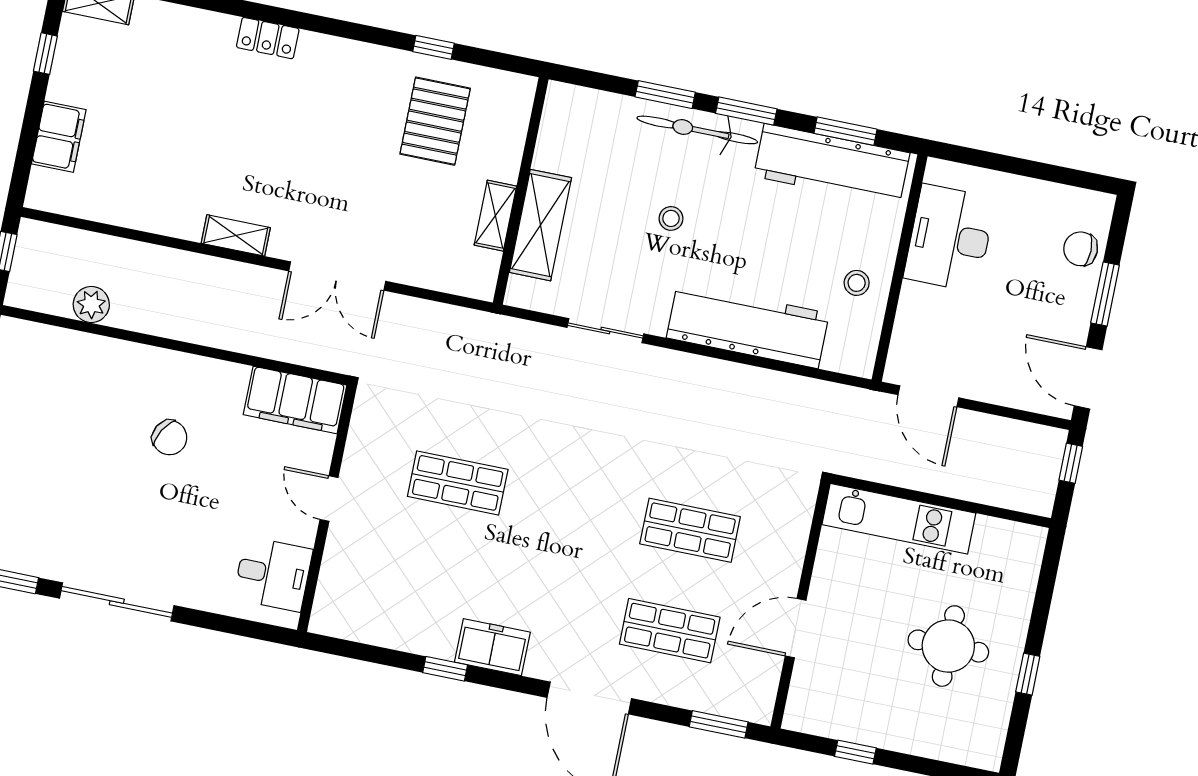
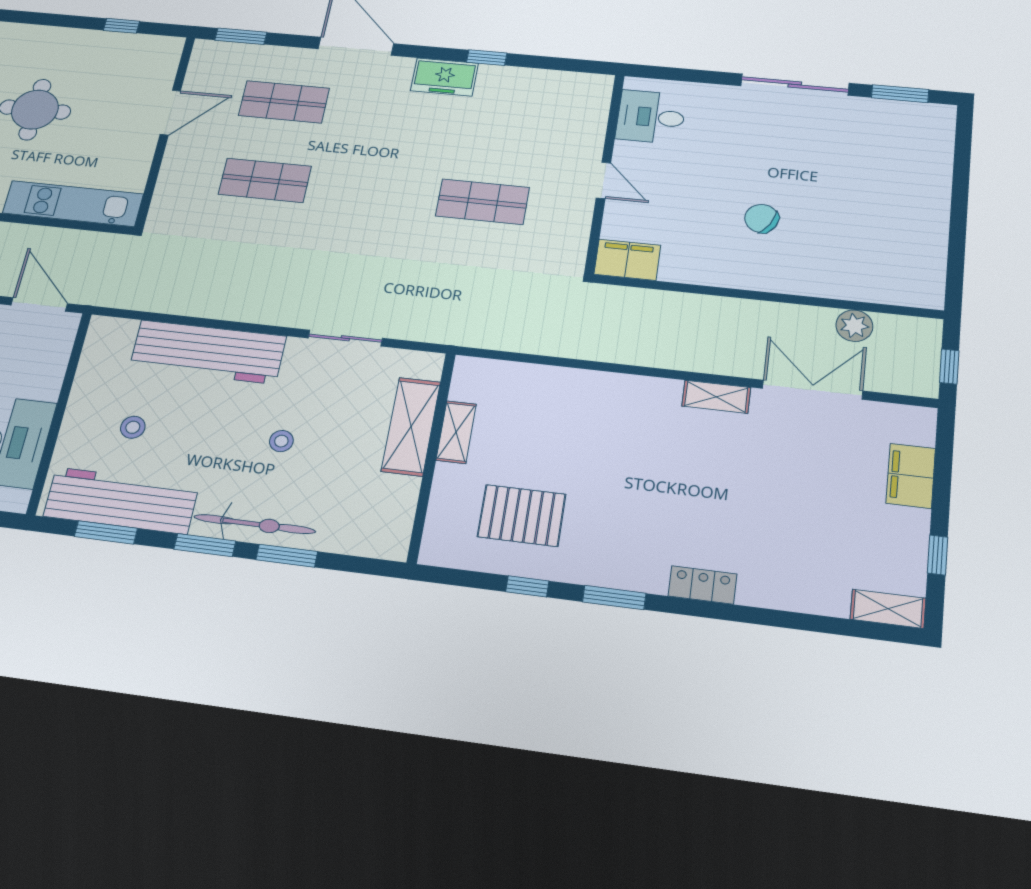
window: (352, 31) -> (614, 598), added
pallet: (435, 121) -> (522, 515), turned 90
double door: (337, 276) -> (812, 390), moved
stool: (857, 283) -> (133, 427), moved
filing cabinet: (295, 400) -> (627, 260), width x0.67, depth x0.86

